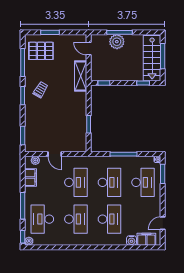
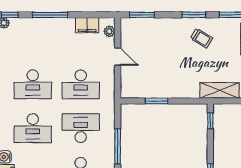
door: (55, 154) -> (118, 57), swing flipped
desk: (109, 182) -> (81, 128), turned 180
desk: (42, 219) -> (33, 41), removed

